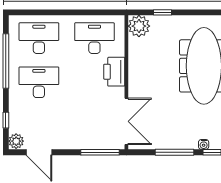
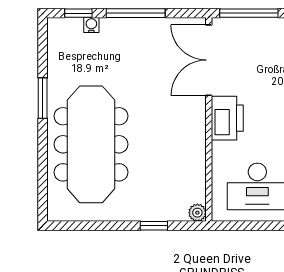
plant: (139, 26) -> (197, 213), width x0.53, depth x0.53
printer: (114, 72) -> (227, 118), moved

